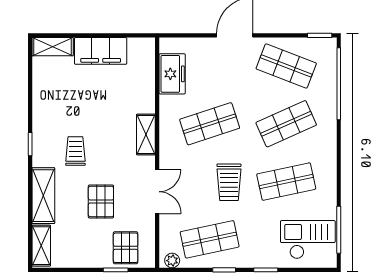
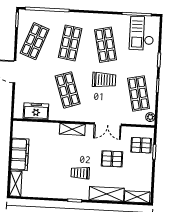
shop shelf: (286, 124) -> (70, 43), turned 33
double door: (157, 192) -> (108, 124), swing flipped

